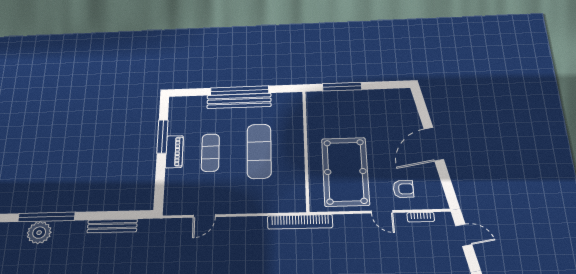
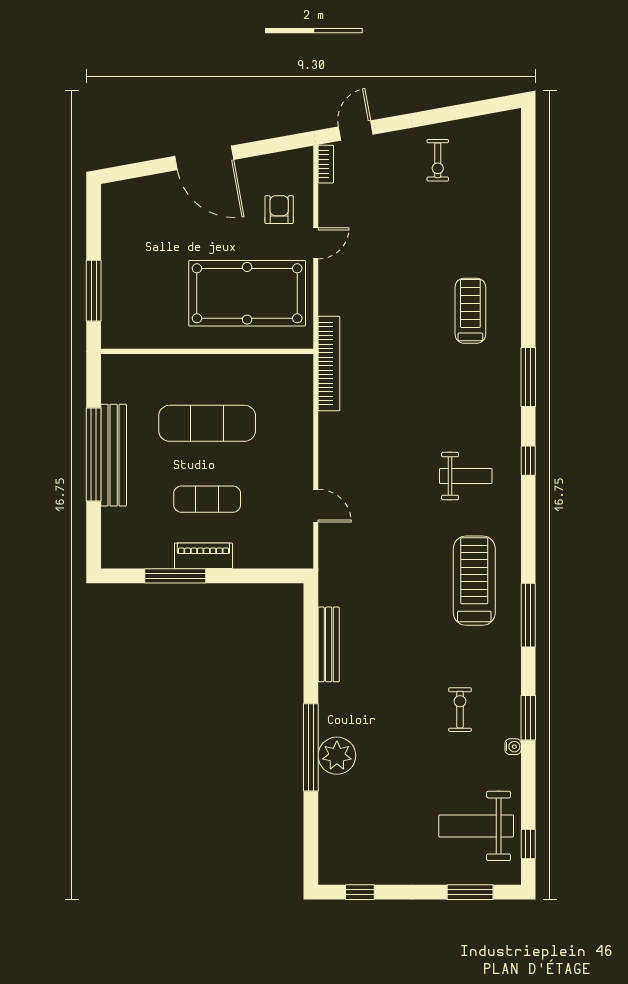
bookcase: (421, 217) -> (326, 164), moved

